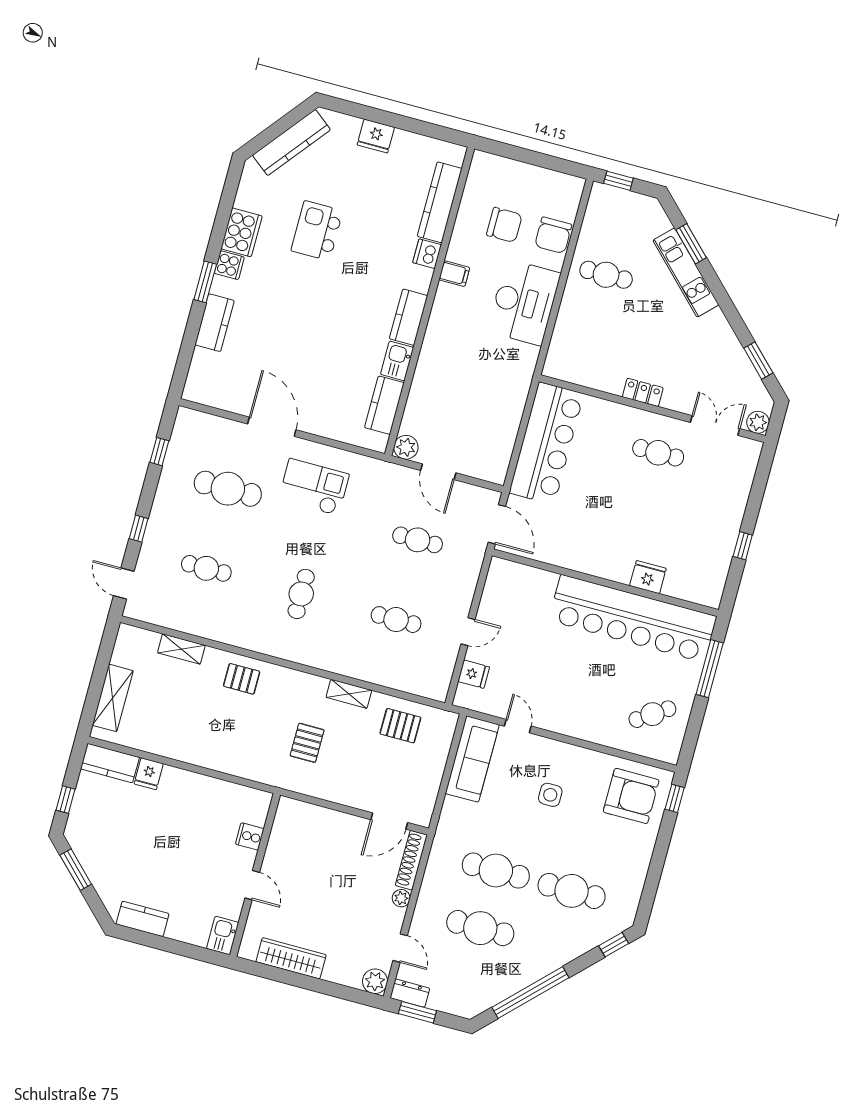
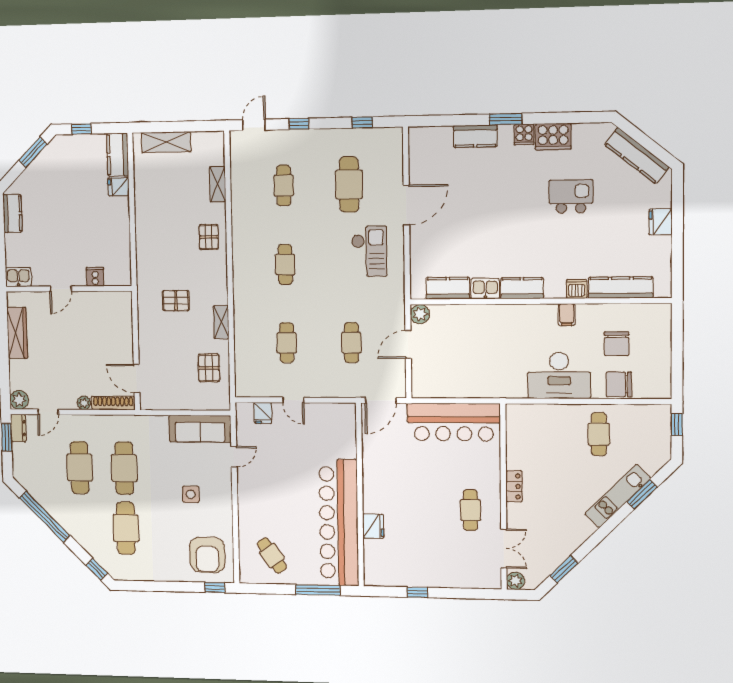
cafe table: (301, 594) -> (285, 264), turned 90

